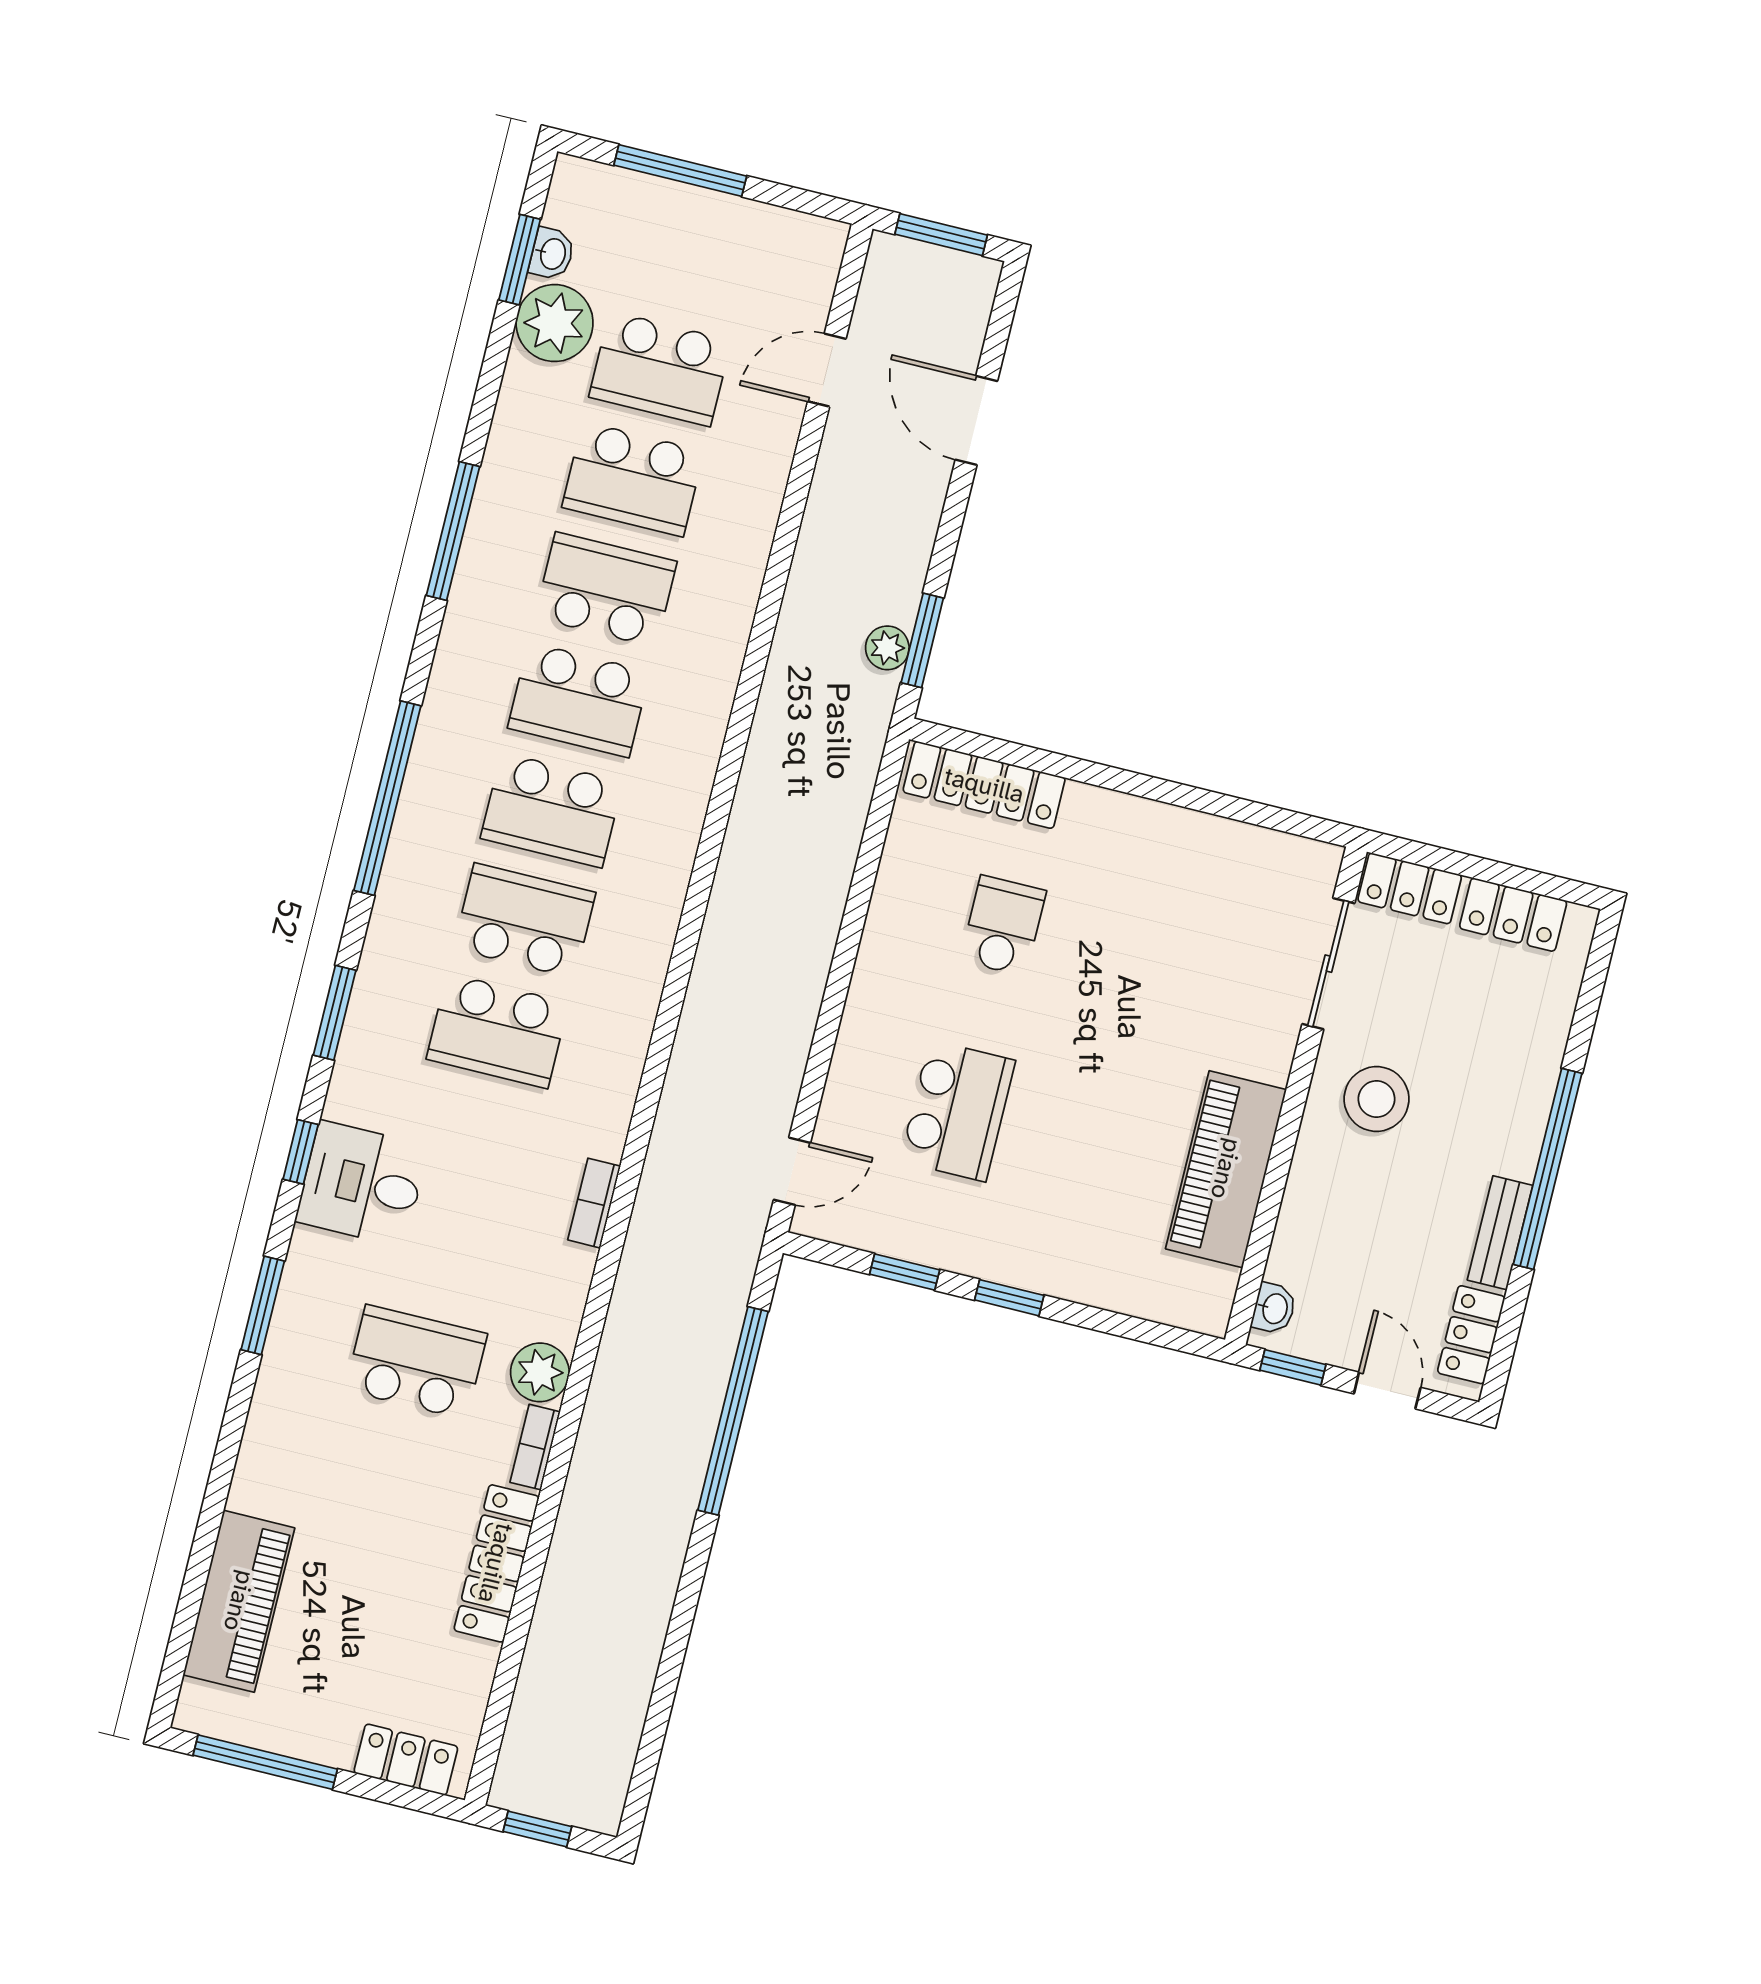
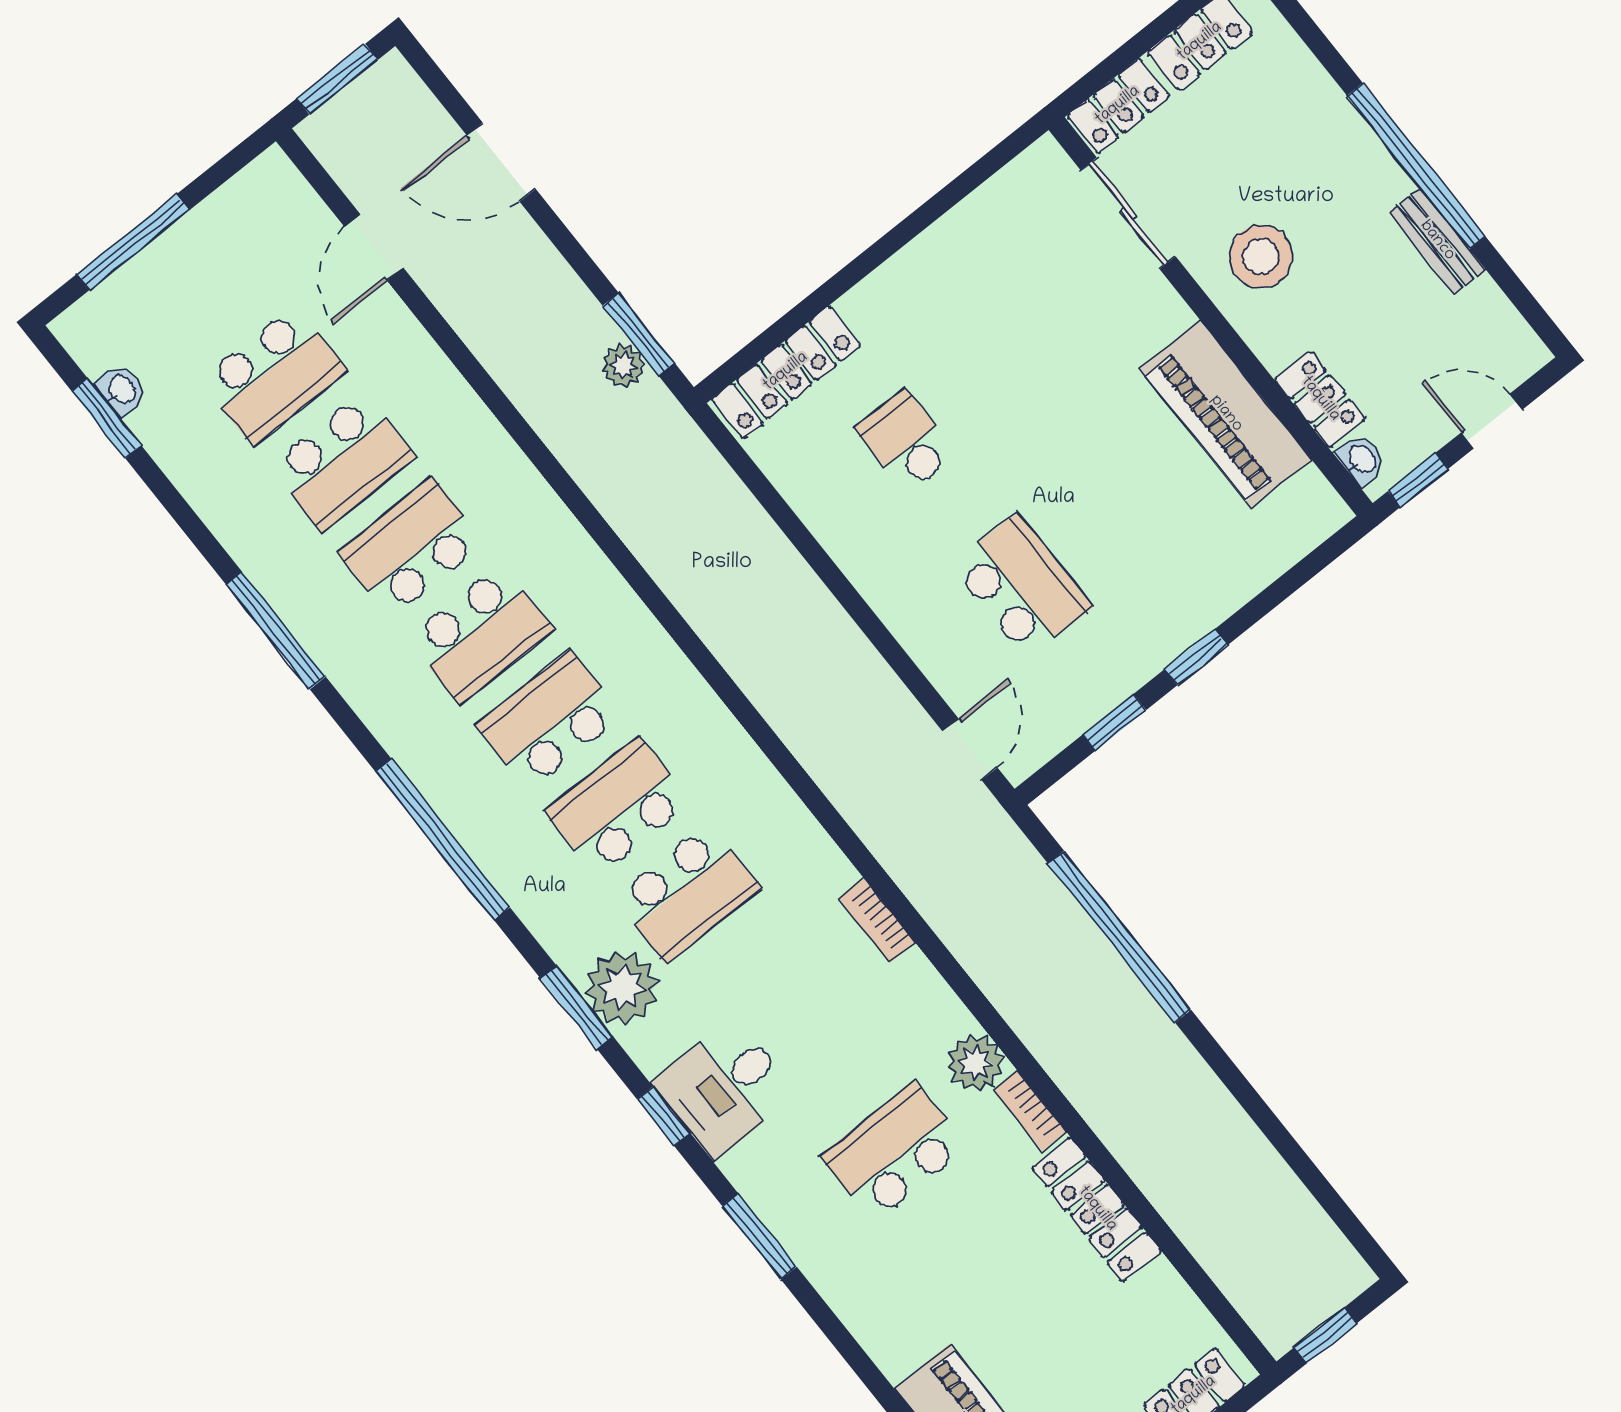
plant: (555, 323) -> (622, 988), moved
school desk: (552, 810) -> (549, 720), turned 180
locker: (1471, 1335) -> (1320, 399), moved, turned 180

